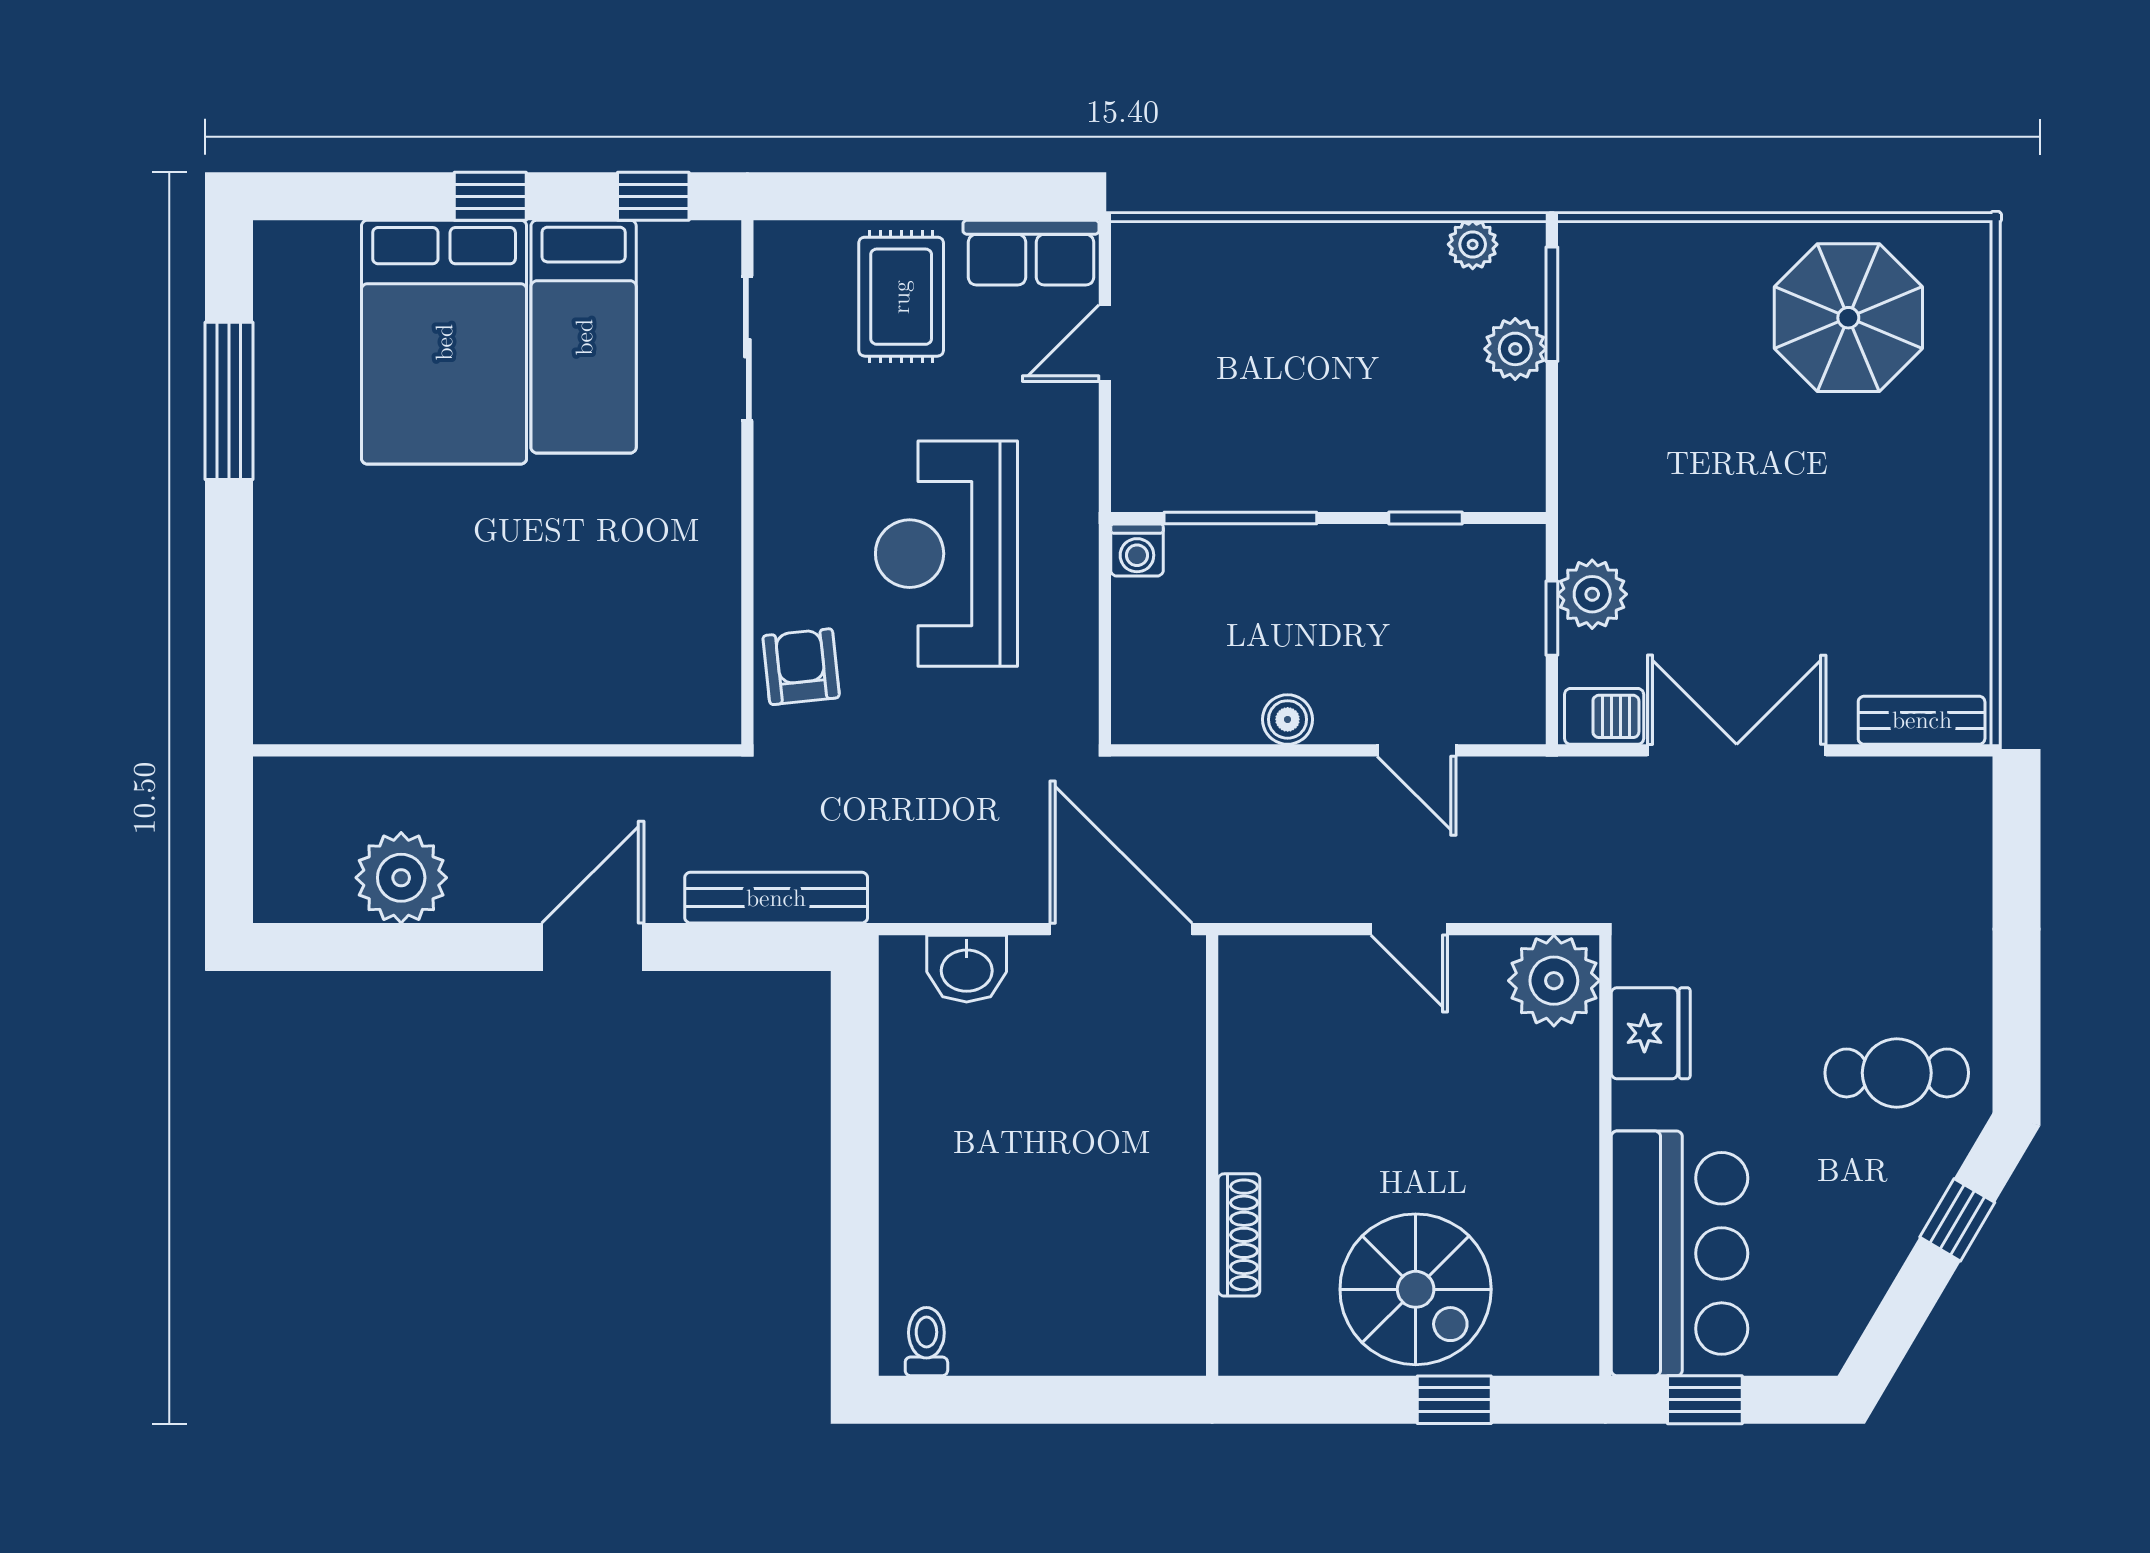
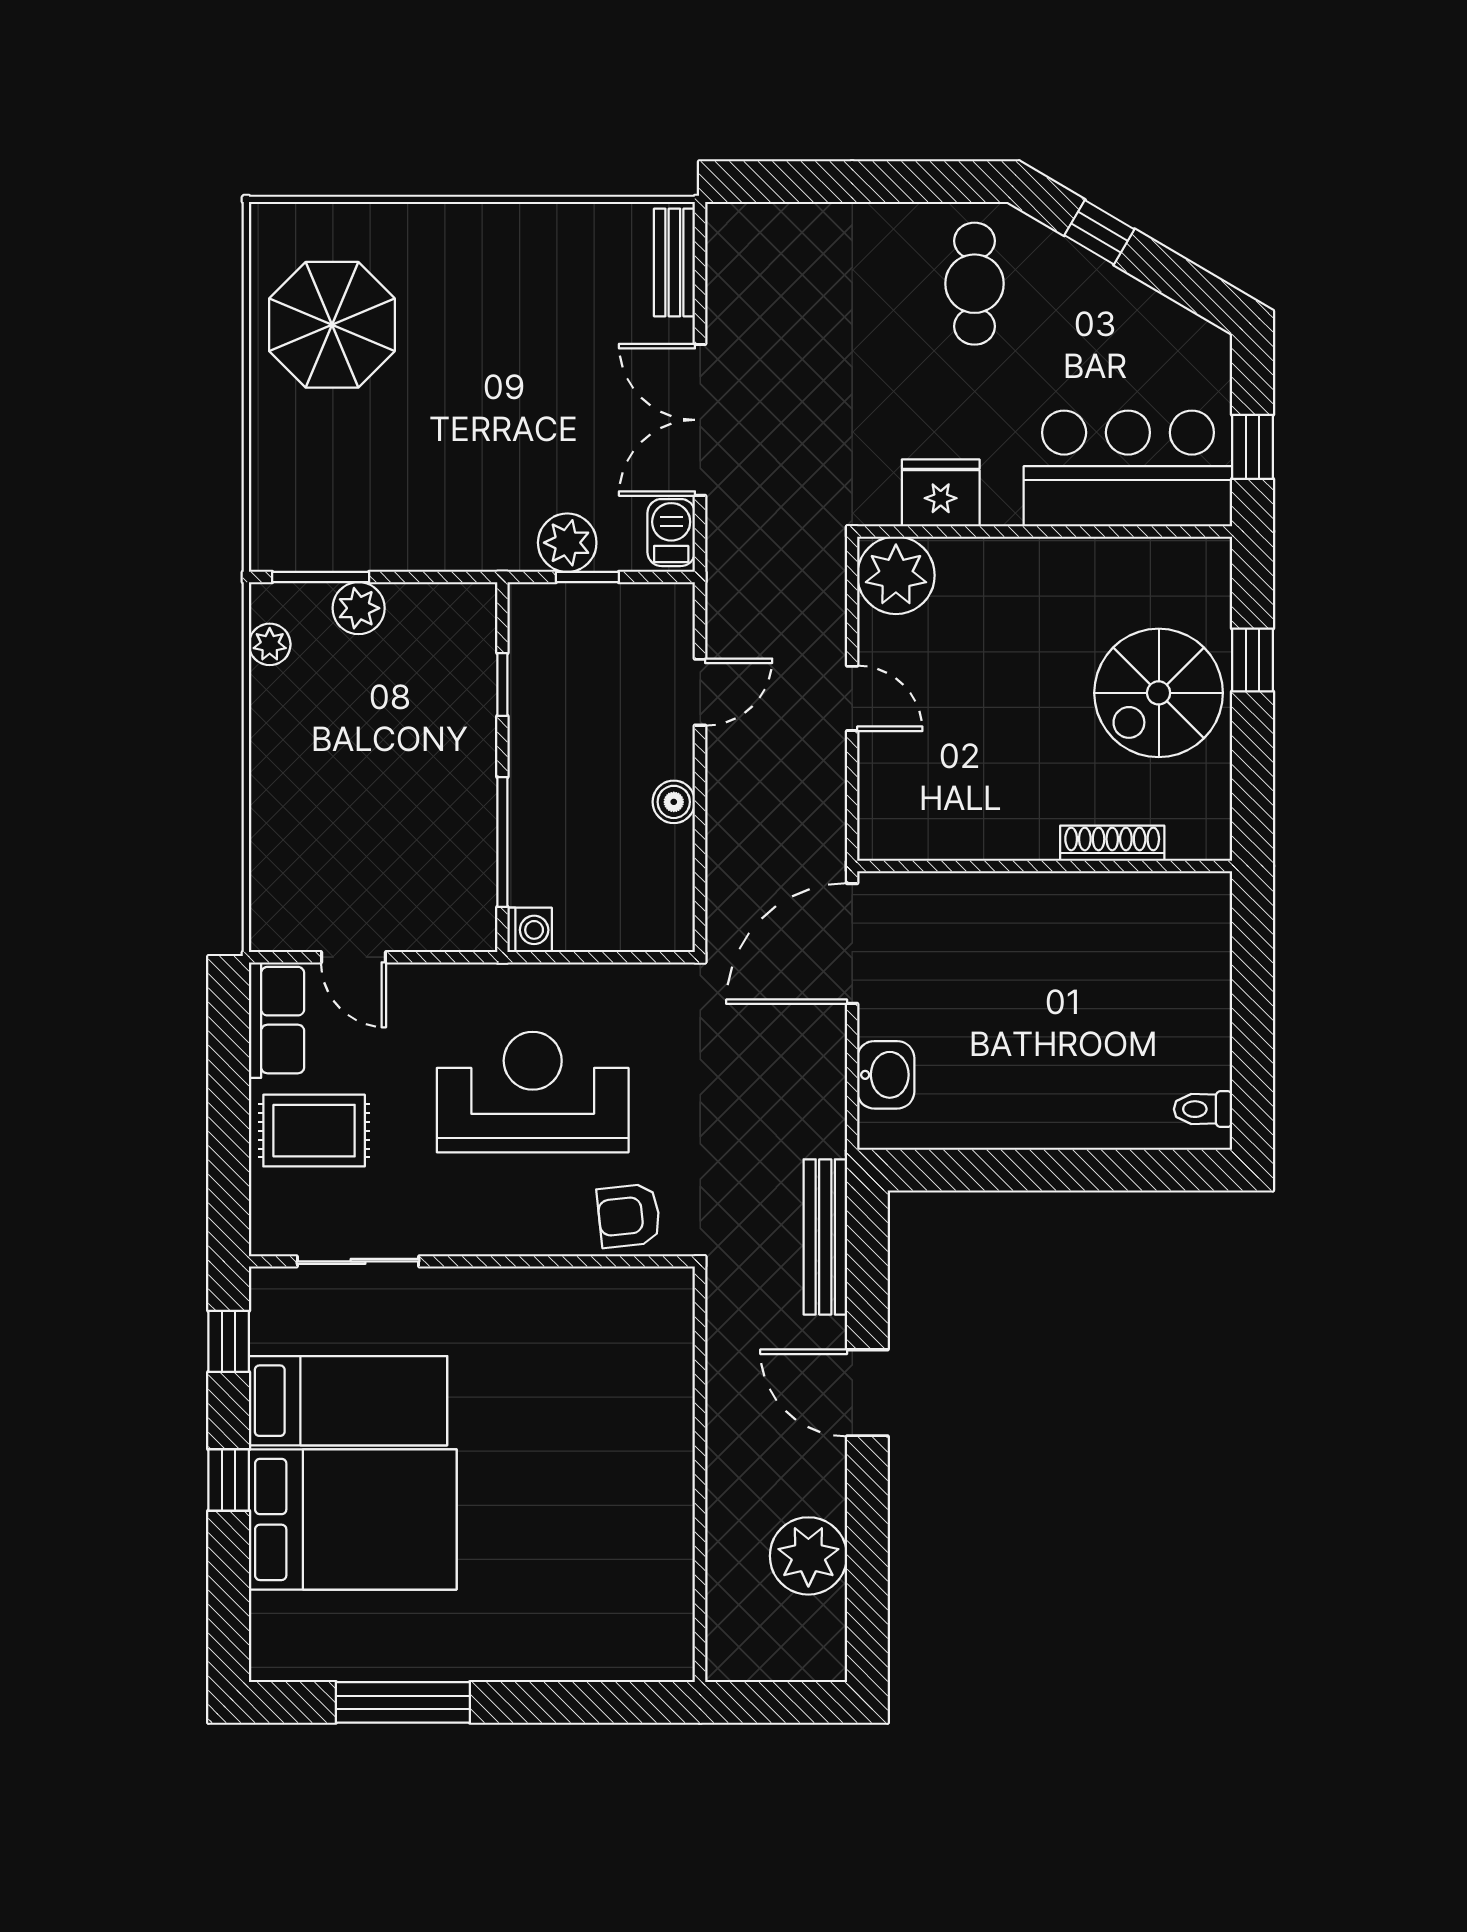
reception desk: (946, 554) -> (533, 1092), turned 180
door: (1409, 929) -> (852, 698), hinge flipped
spiral stairs: (1416, 1289) -> (1159, 693), turned 180

